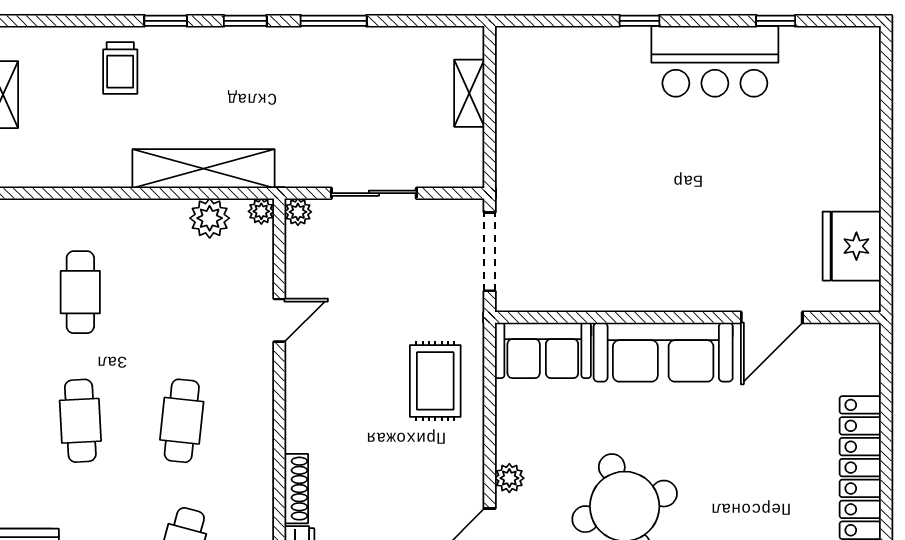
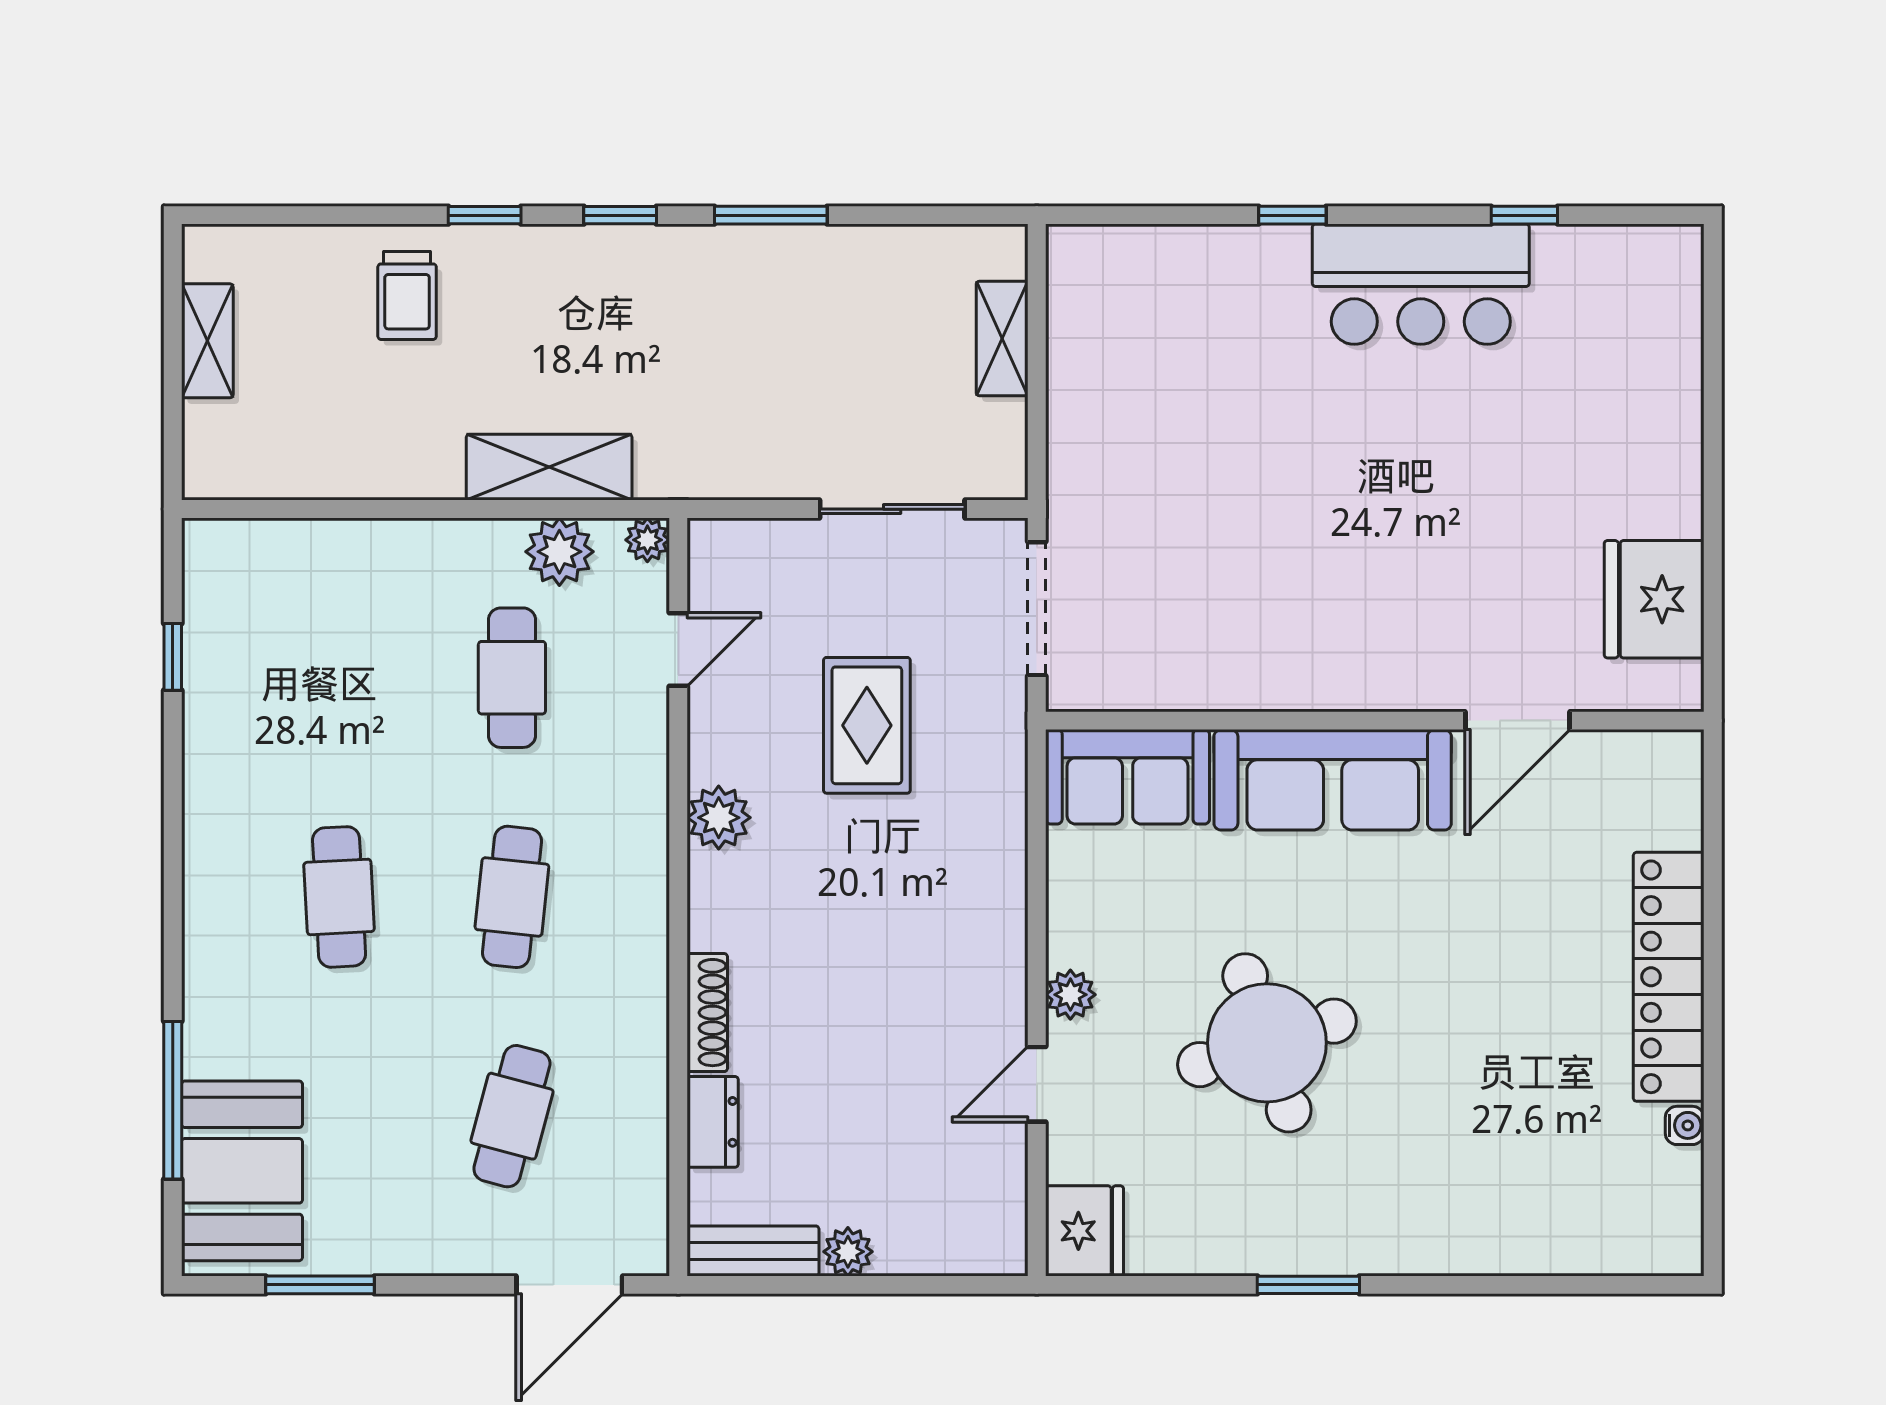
shelving: (204, 169) -> (549, 467), width x0.68
sliding door: (374, 193) -> (892, 509), moved
plant: (298, 212) -> (719, 818), moved, width x1.38, depth x1.38
cafe table: (80, 292) -> (512, 678), moved
door: (279, 320) -> (678, 649), moved
rug: (435, 381) -> (867, 725), moved

